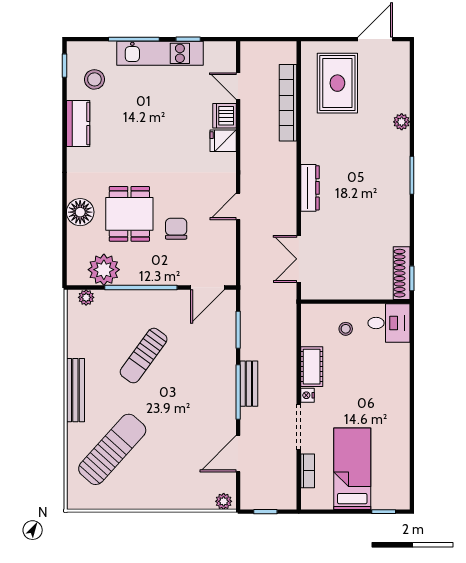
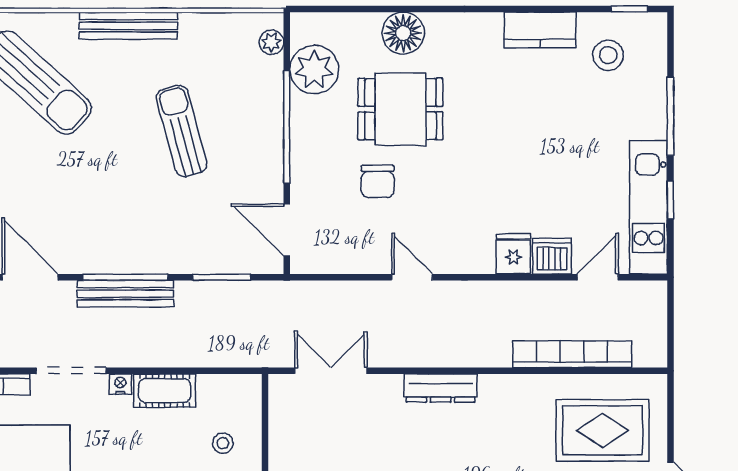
kitchen unit: (160, 53) -> (648, 207), moved
chair: (176, 229) -> (378, 181), turned 90
sun lounger: (144, 356) -> (182, 131), turned 39
bench: (249, 384) -> (125, 294), width x1.36

